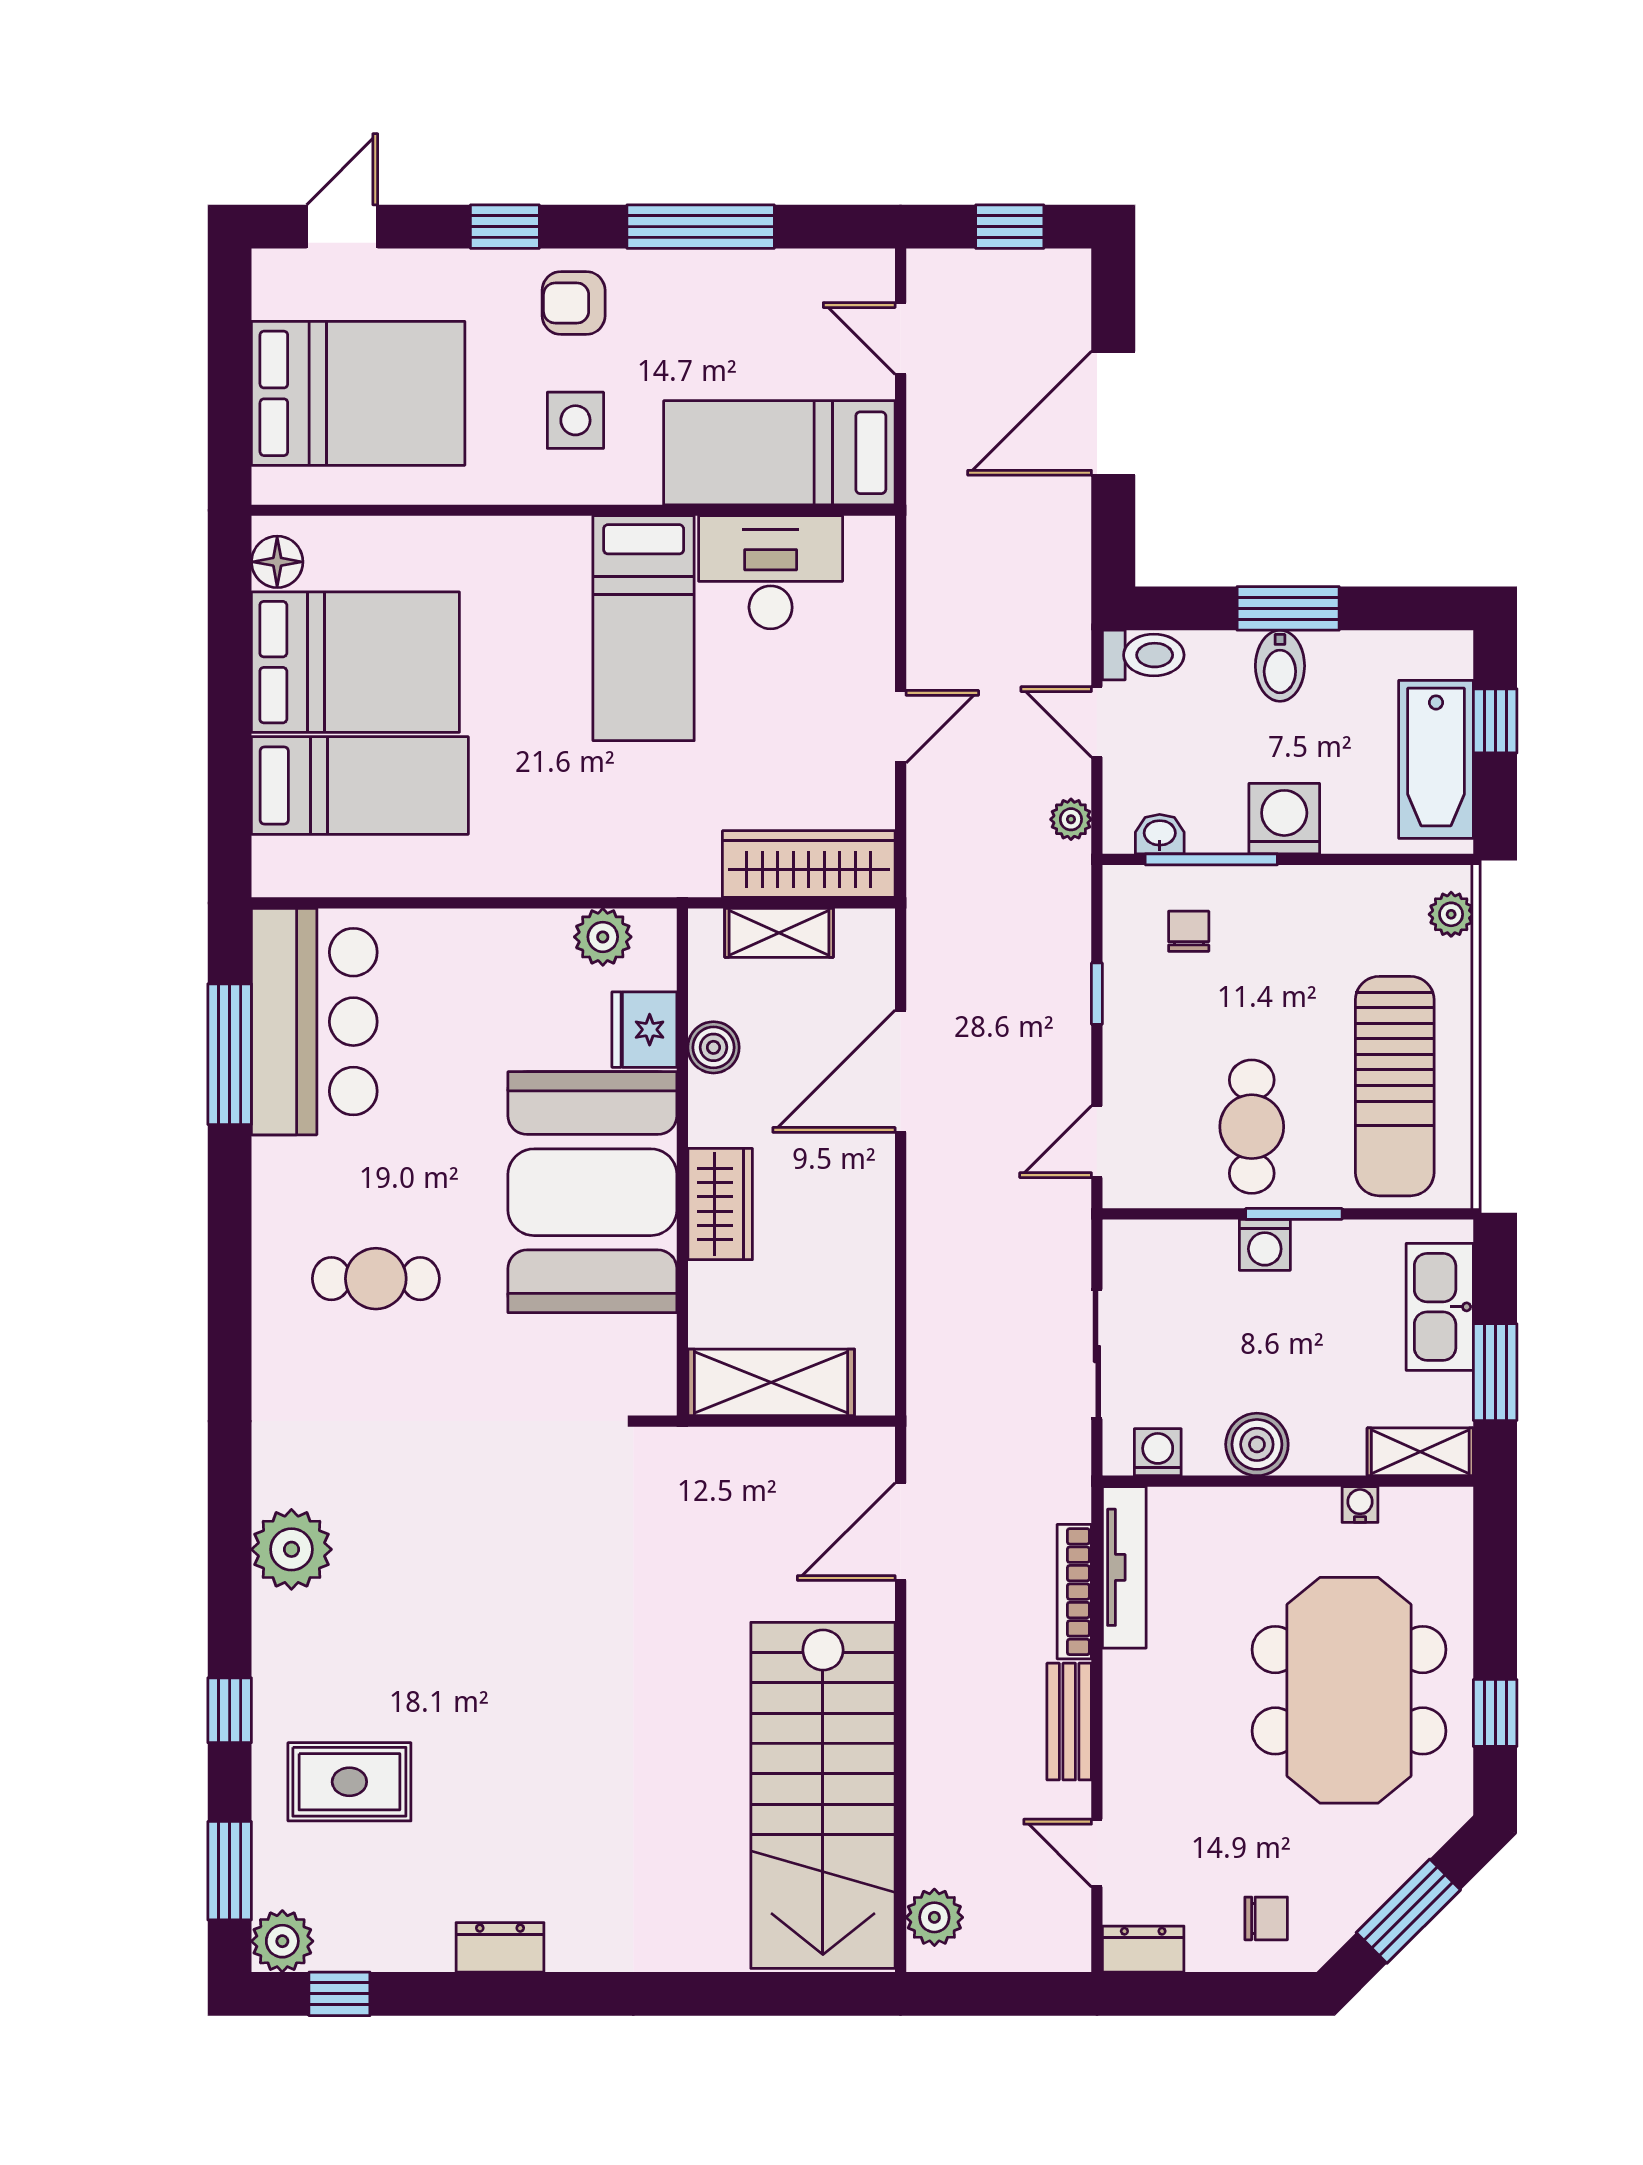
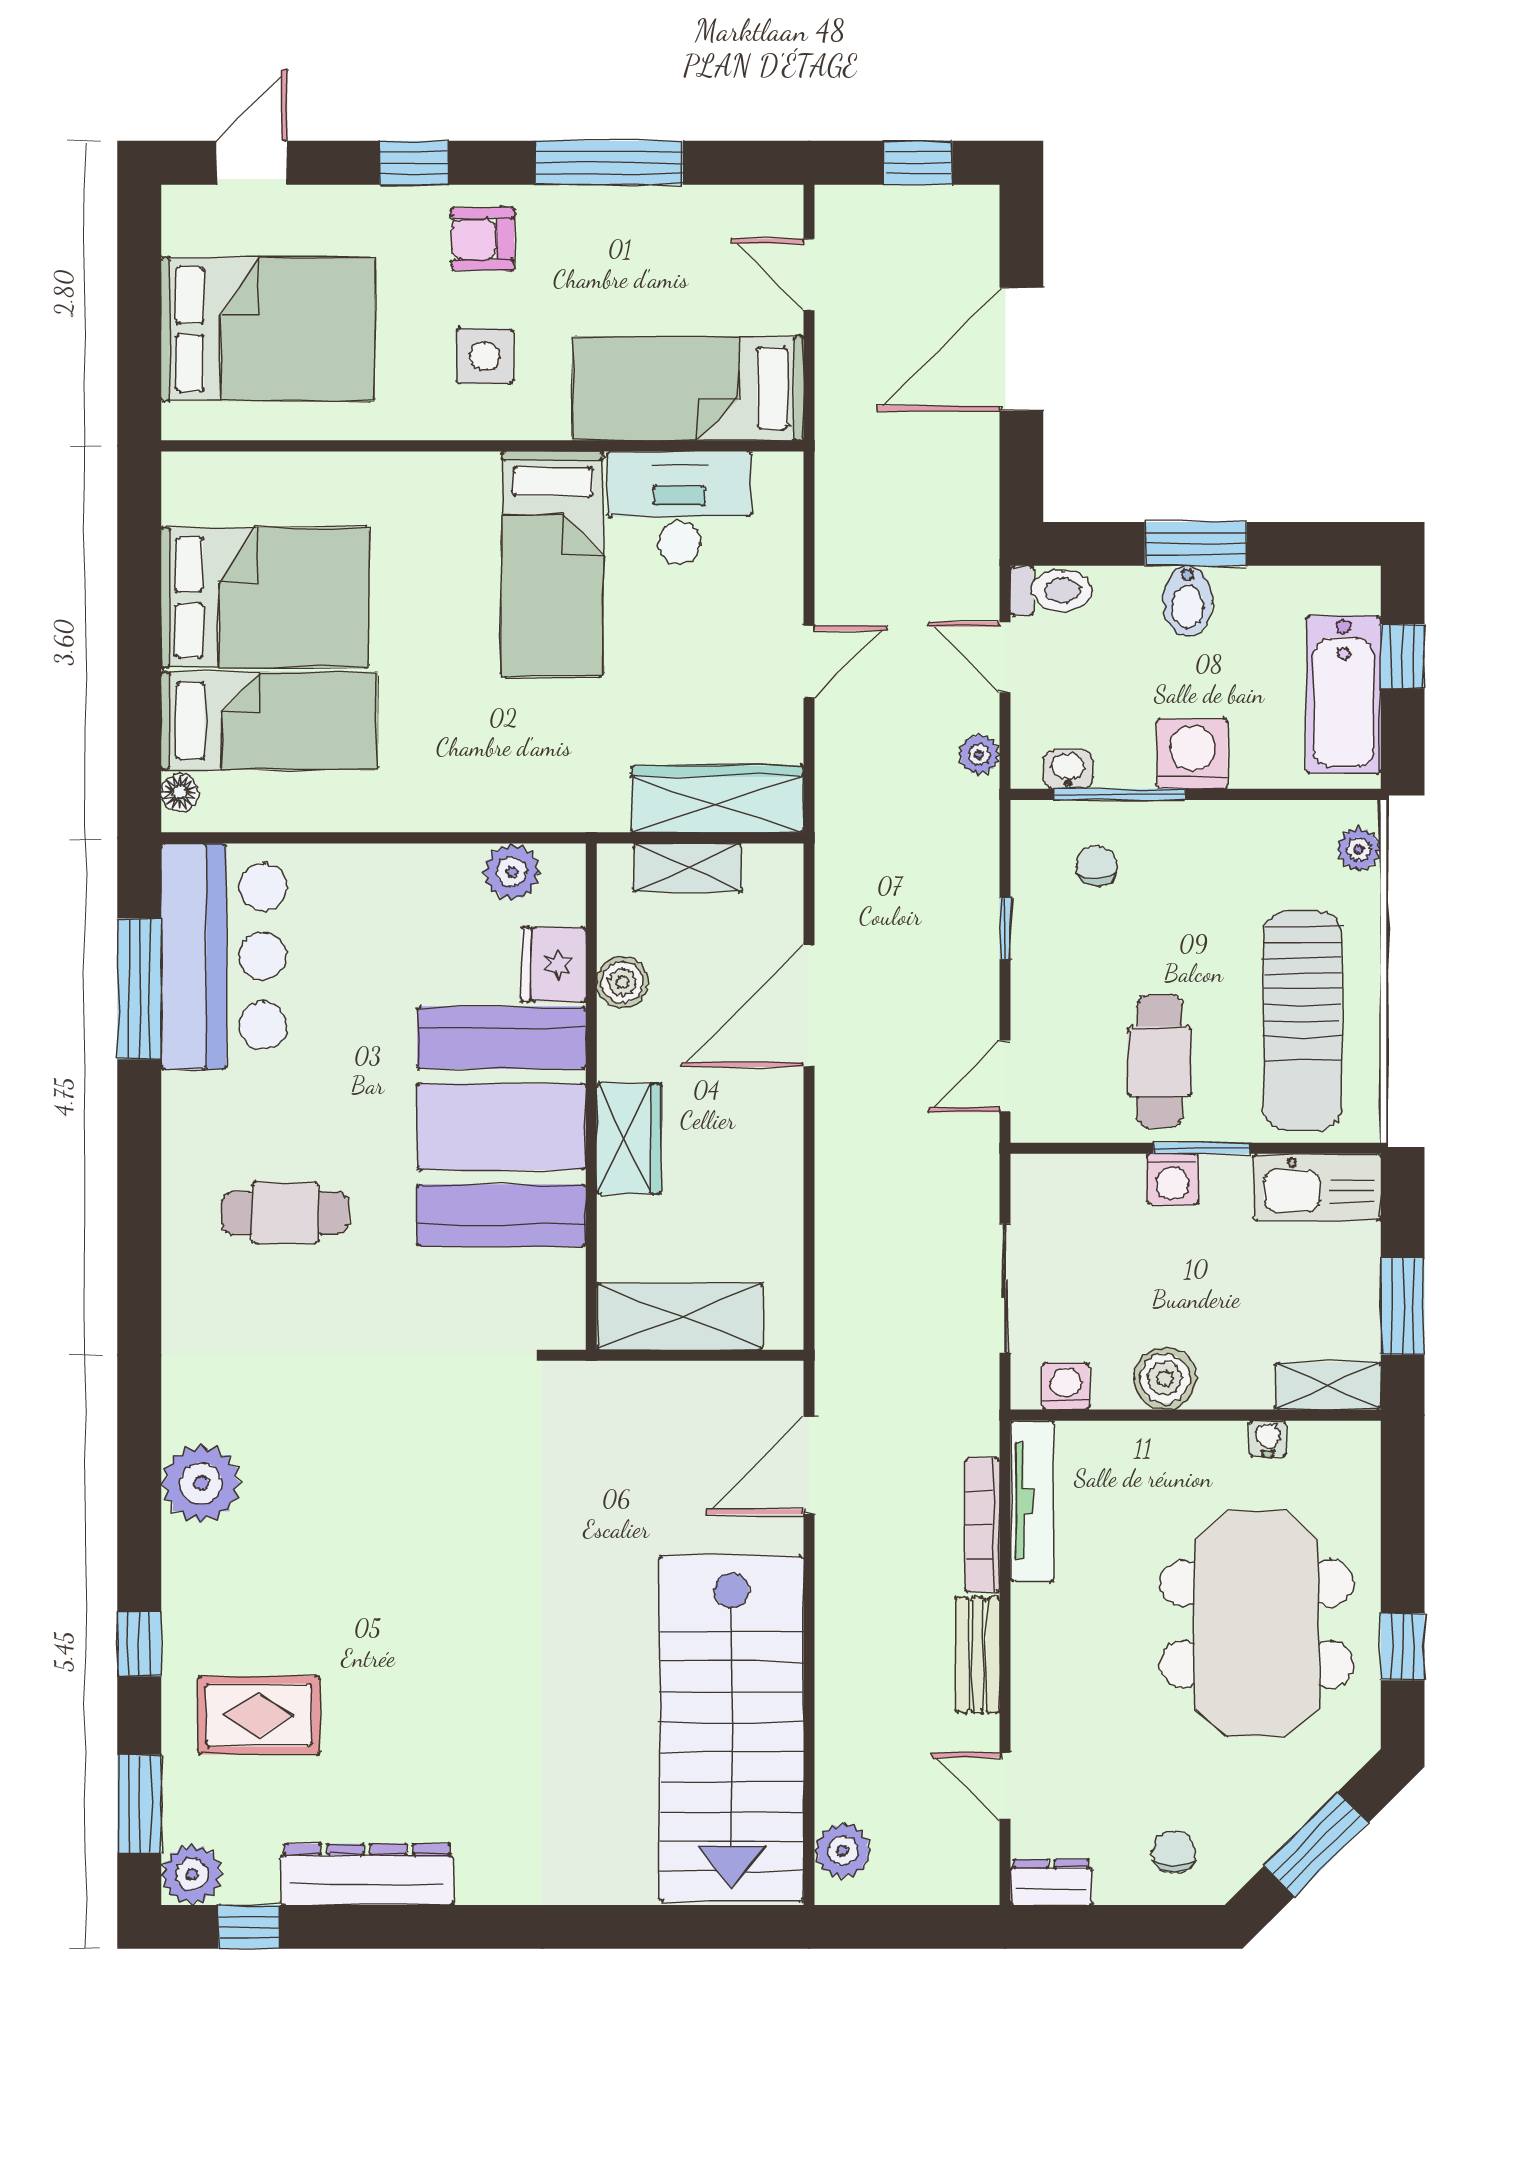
floor lamp: (277, 562) -> (180, 793), moved, width x0.73, depth x0.73
kitchen sink: (1440, 1307) -> (1317, 1187), moved, turned -90
chair: (1266, 1918) -> (1174, 1852), turned -90
dresser: (500, 1947) -> (367, 1874), width x1.96, depth x1.24

